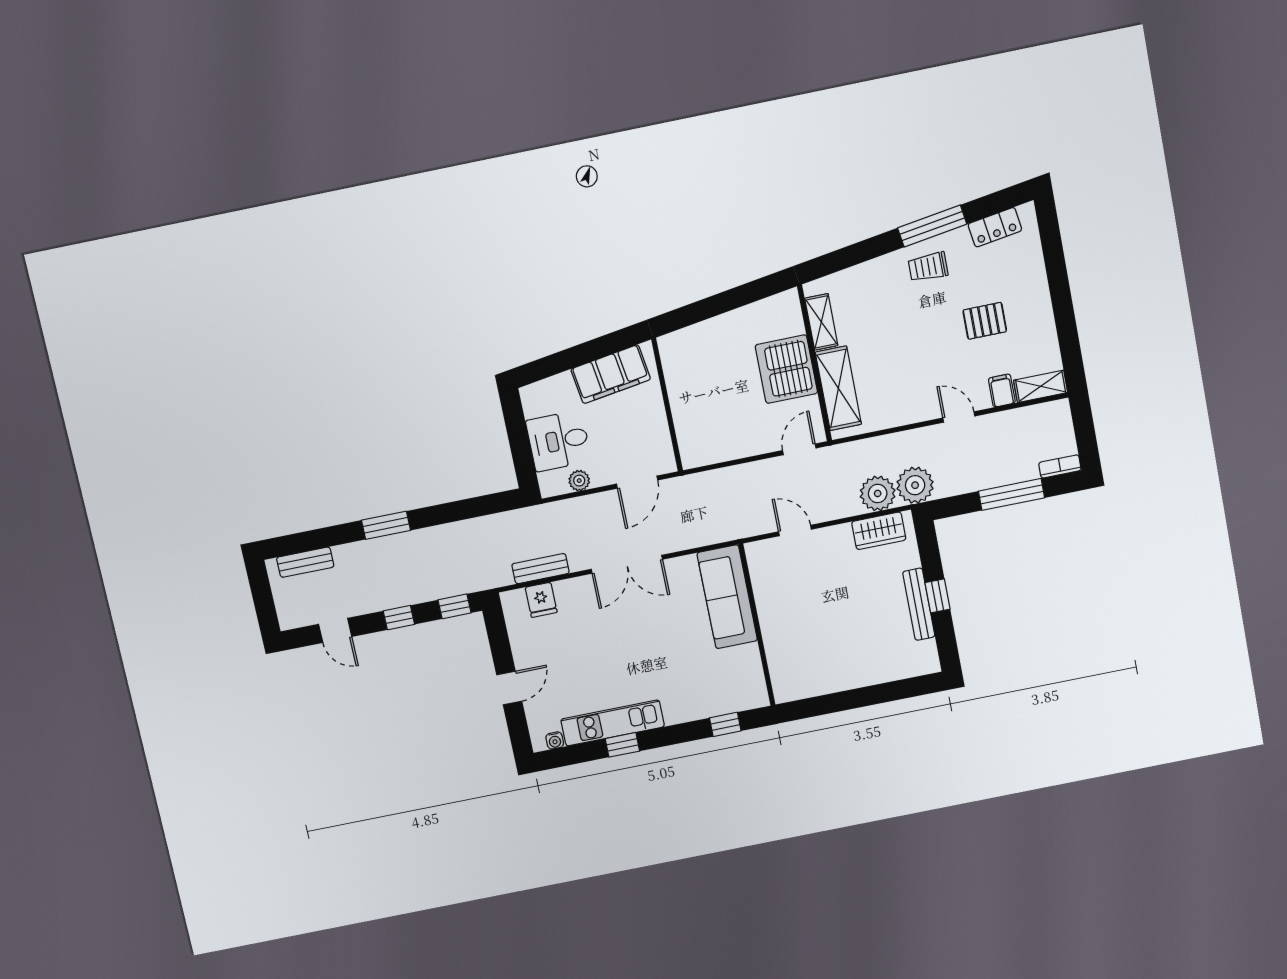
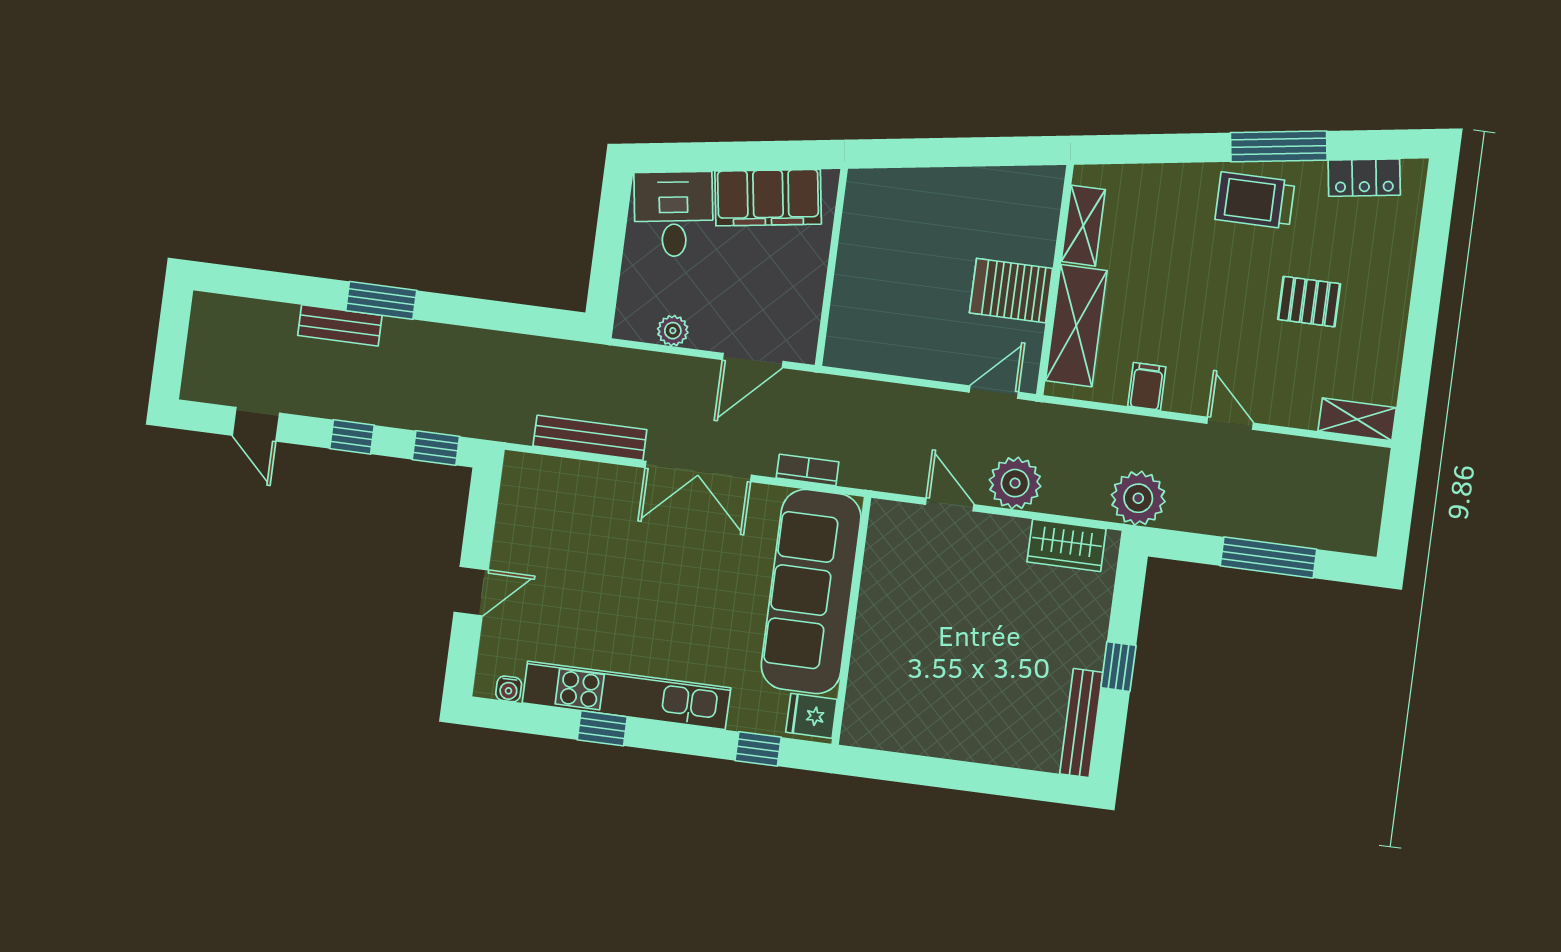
trolley: (928, 267) -> (1255, 200), width x1.36, depth x1.39
server rack: (786, 369) -> (1011, 291), width x0.63
filing cabinet: (1002, 391) -> (1147, 386), moved
desk: (559, 441) -> (674, 214), moved, turned 81
bookcase: (1060, 466) -> (808, 470), moved
plant: (878, 493) -> (1015, 483), moved
bench: (305, 562) -> (340, 325), moved
bench: (541, 569) -> (590, 438), width x1.36
sofa: (727, 597) -> (811, 591), width x1.36, depth x1.27
fridge: (541, 600) -> (811, 716), moved, turned 90
bench: (919, 604) -> (1081, 723), moved
kitchen unit: (613, 723) -> (626, 695), width x1.36

